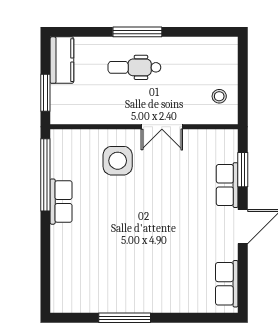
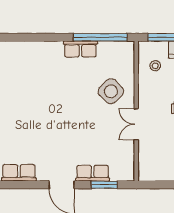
stool: (219, 96) -> (155, 66), moved
side table: (118, 161) -> (111, 91), turned 45

